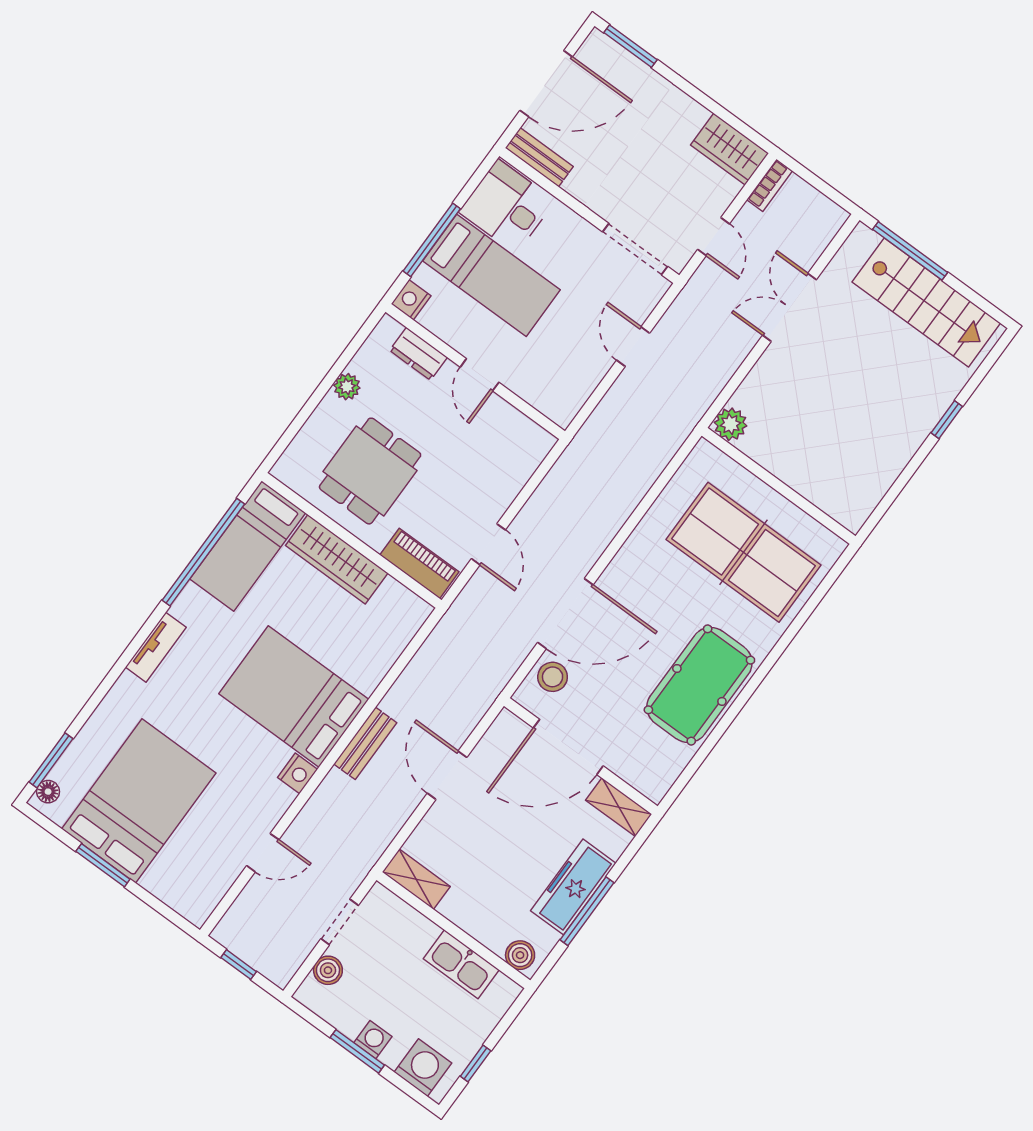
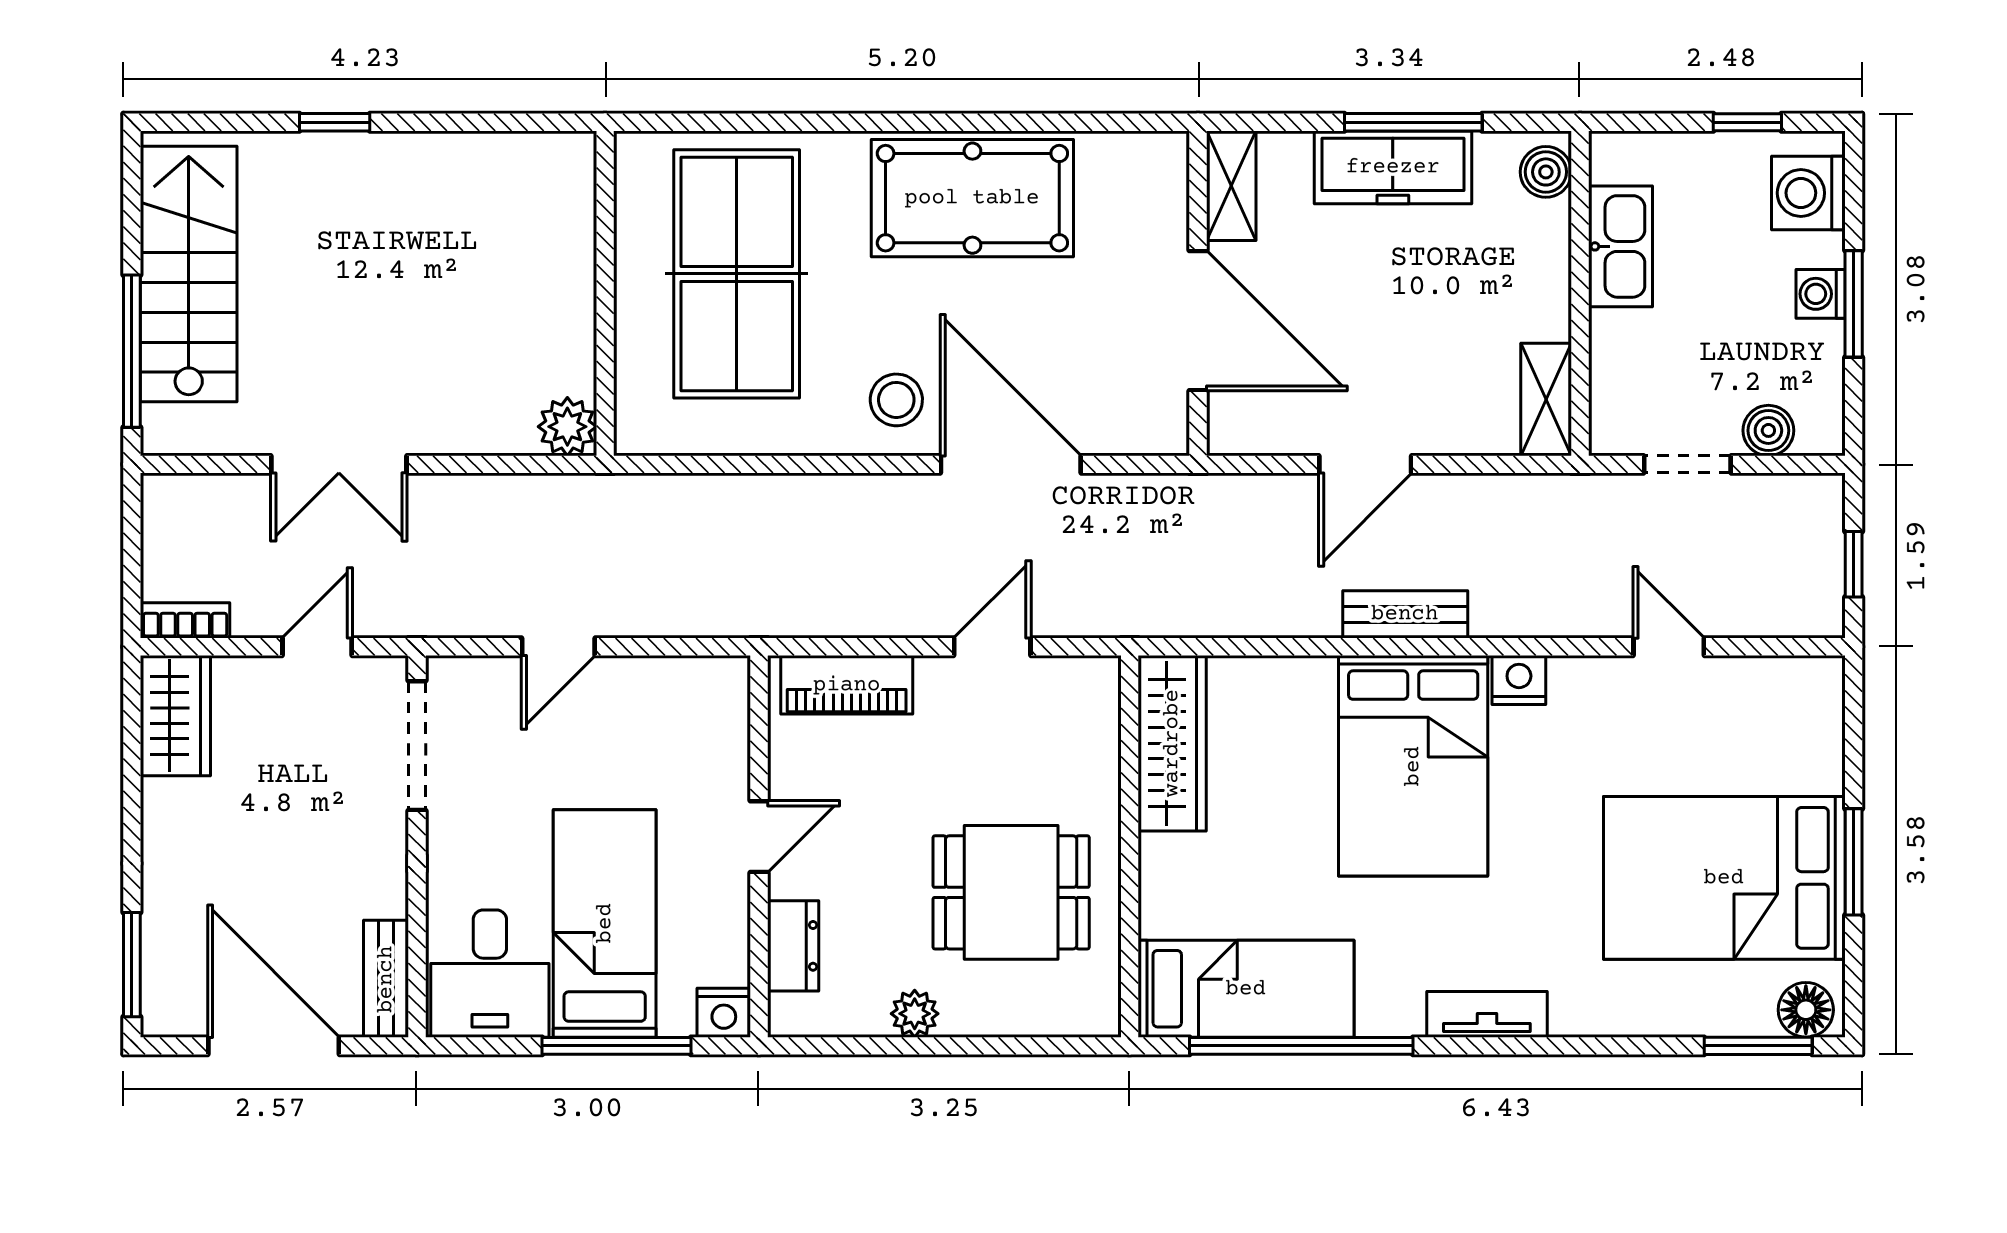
wardrobe: (337, 559) -> (1172, 743), moved
piano: (419, 563) -> (847, 685), moved, turned -90
stool: (553, 677) -> (896, 400), moved
floor lamp: (48, 792) -> (1806, 1010), width x1.37, depth x1.37

